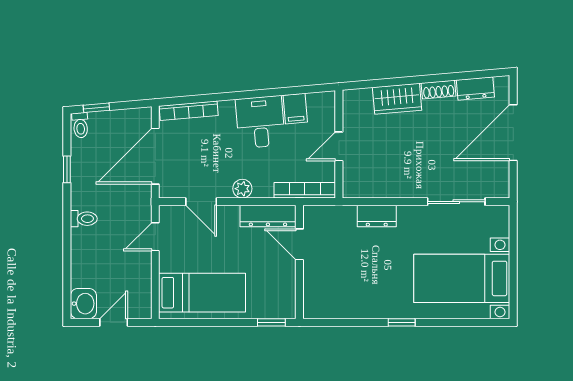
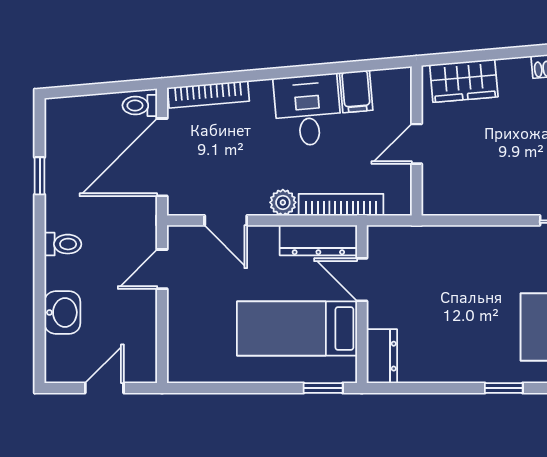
wardrobe: (397, 99) -> (464, 81), moved
window: (96, 108) -> (80, 90), removed
toilet: (80, 125) -> (140, 105), moved, turned 95
bookcase: (305, 190) -> (341, 205), moved
dresser: (377, 216) -> (382, 356), moved, turned -90
bed: (202, 293) -> (297, 329), moved, turned 180
washbasin: (83, 304) -> (62, 312), moved

